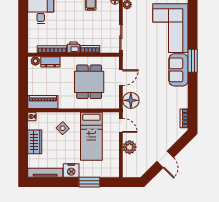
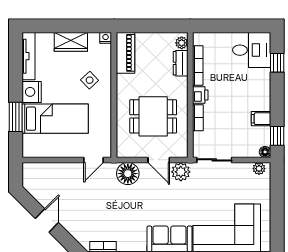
bed: (91, 136) -> (55, 119), moved, turned 180
plant: (130, 147) -> (181, 172), moved
door: (165, 159) -> (47, 221), swing flipped

